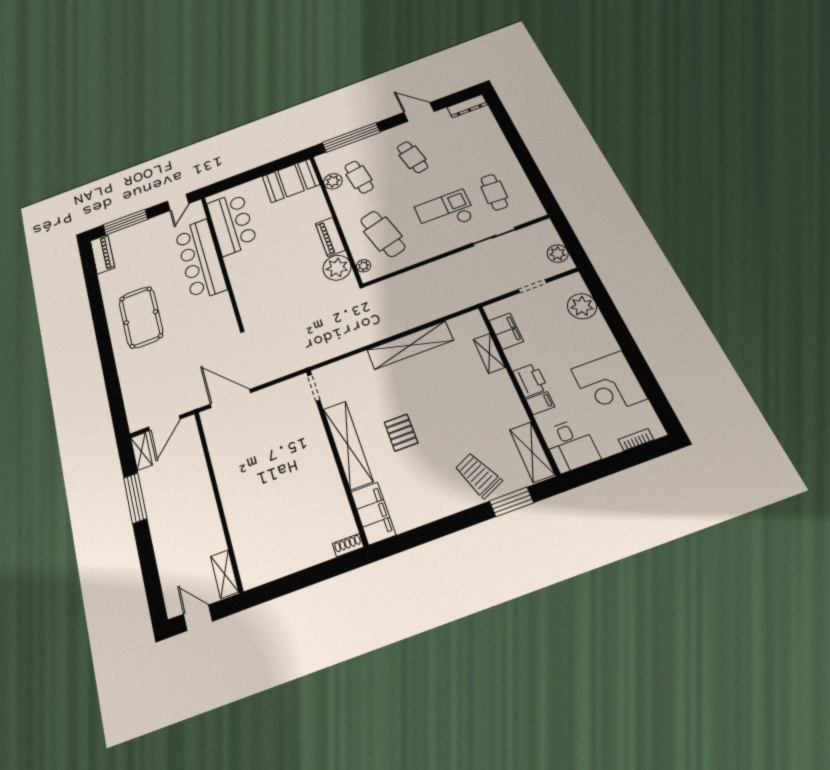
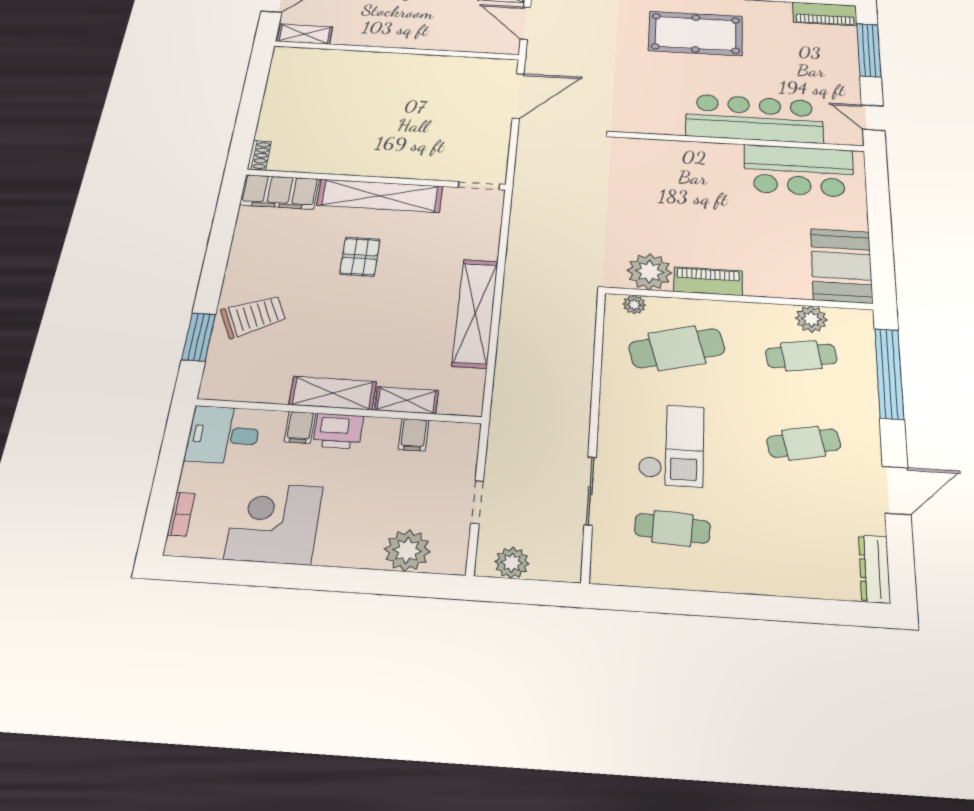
filing cabinet: (506, 331) -> (414, 435), width x0.50
pallet: (401, 433) -> (360, 257), turned 90
shelving: (532, 452) -> (333, 393), moved

